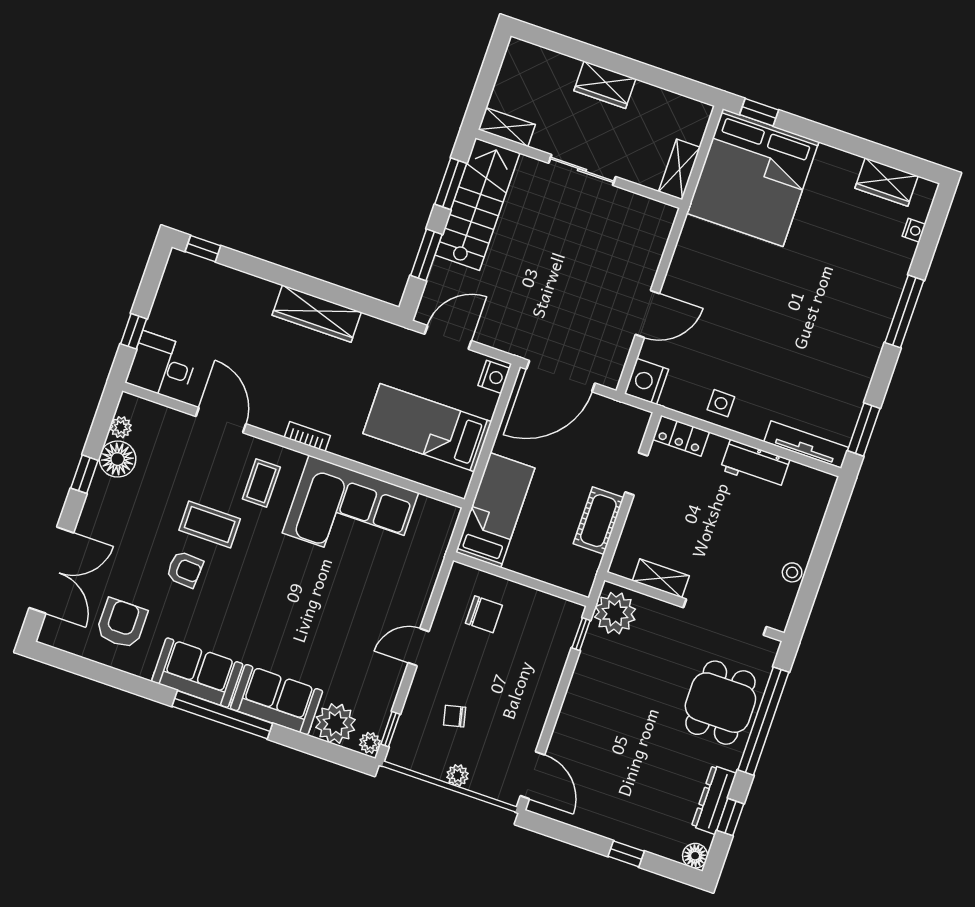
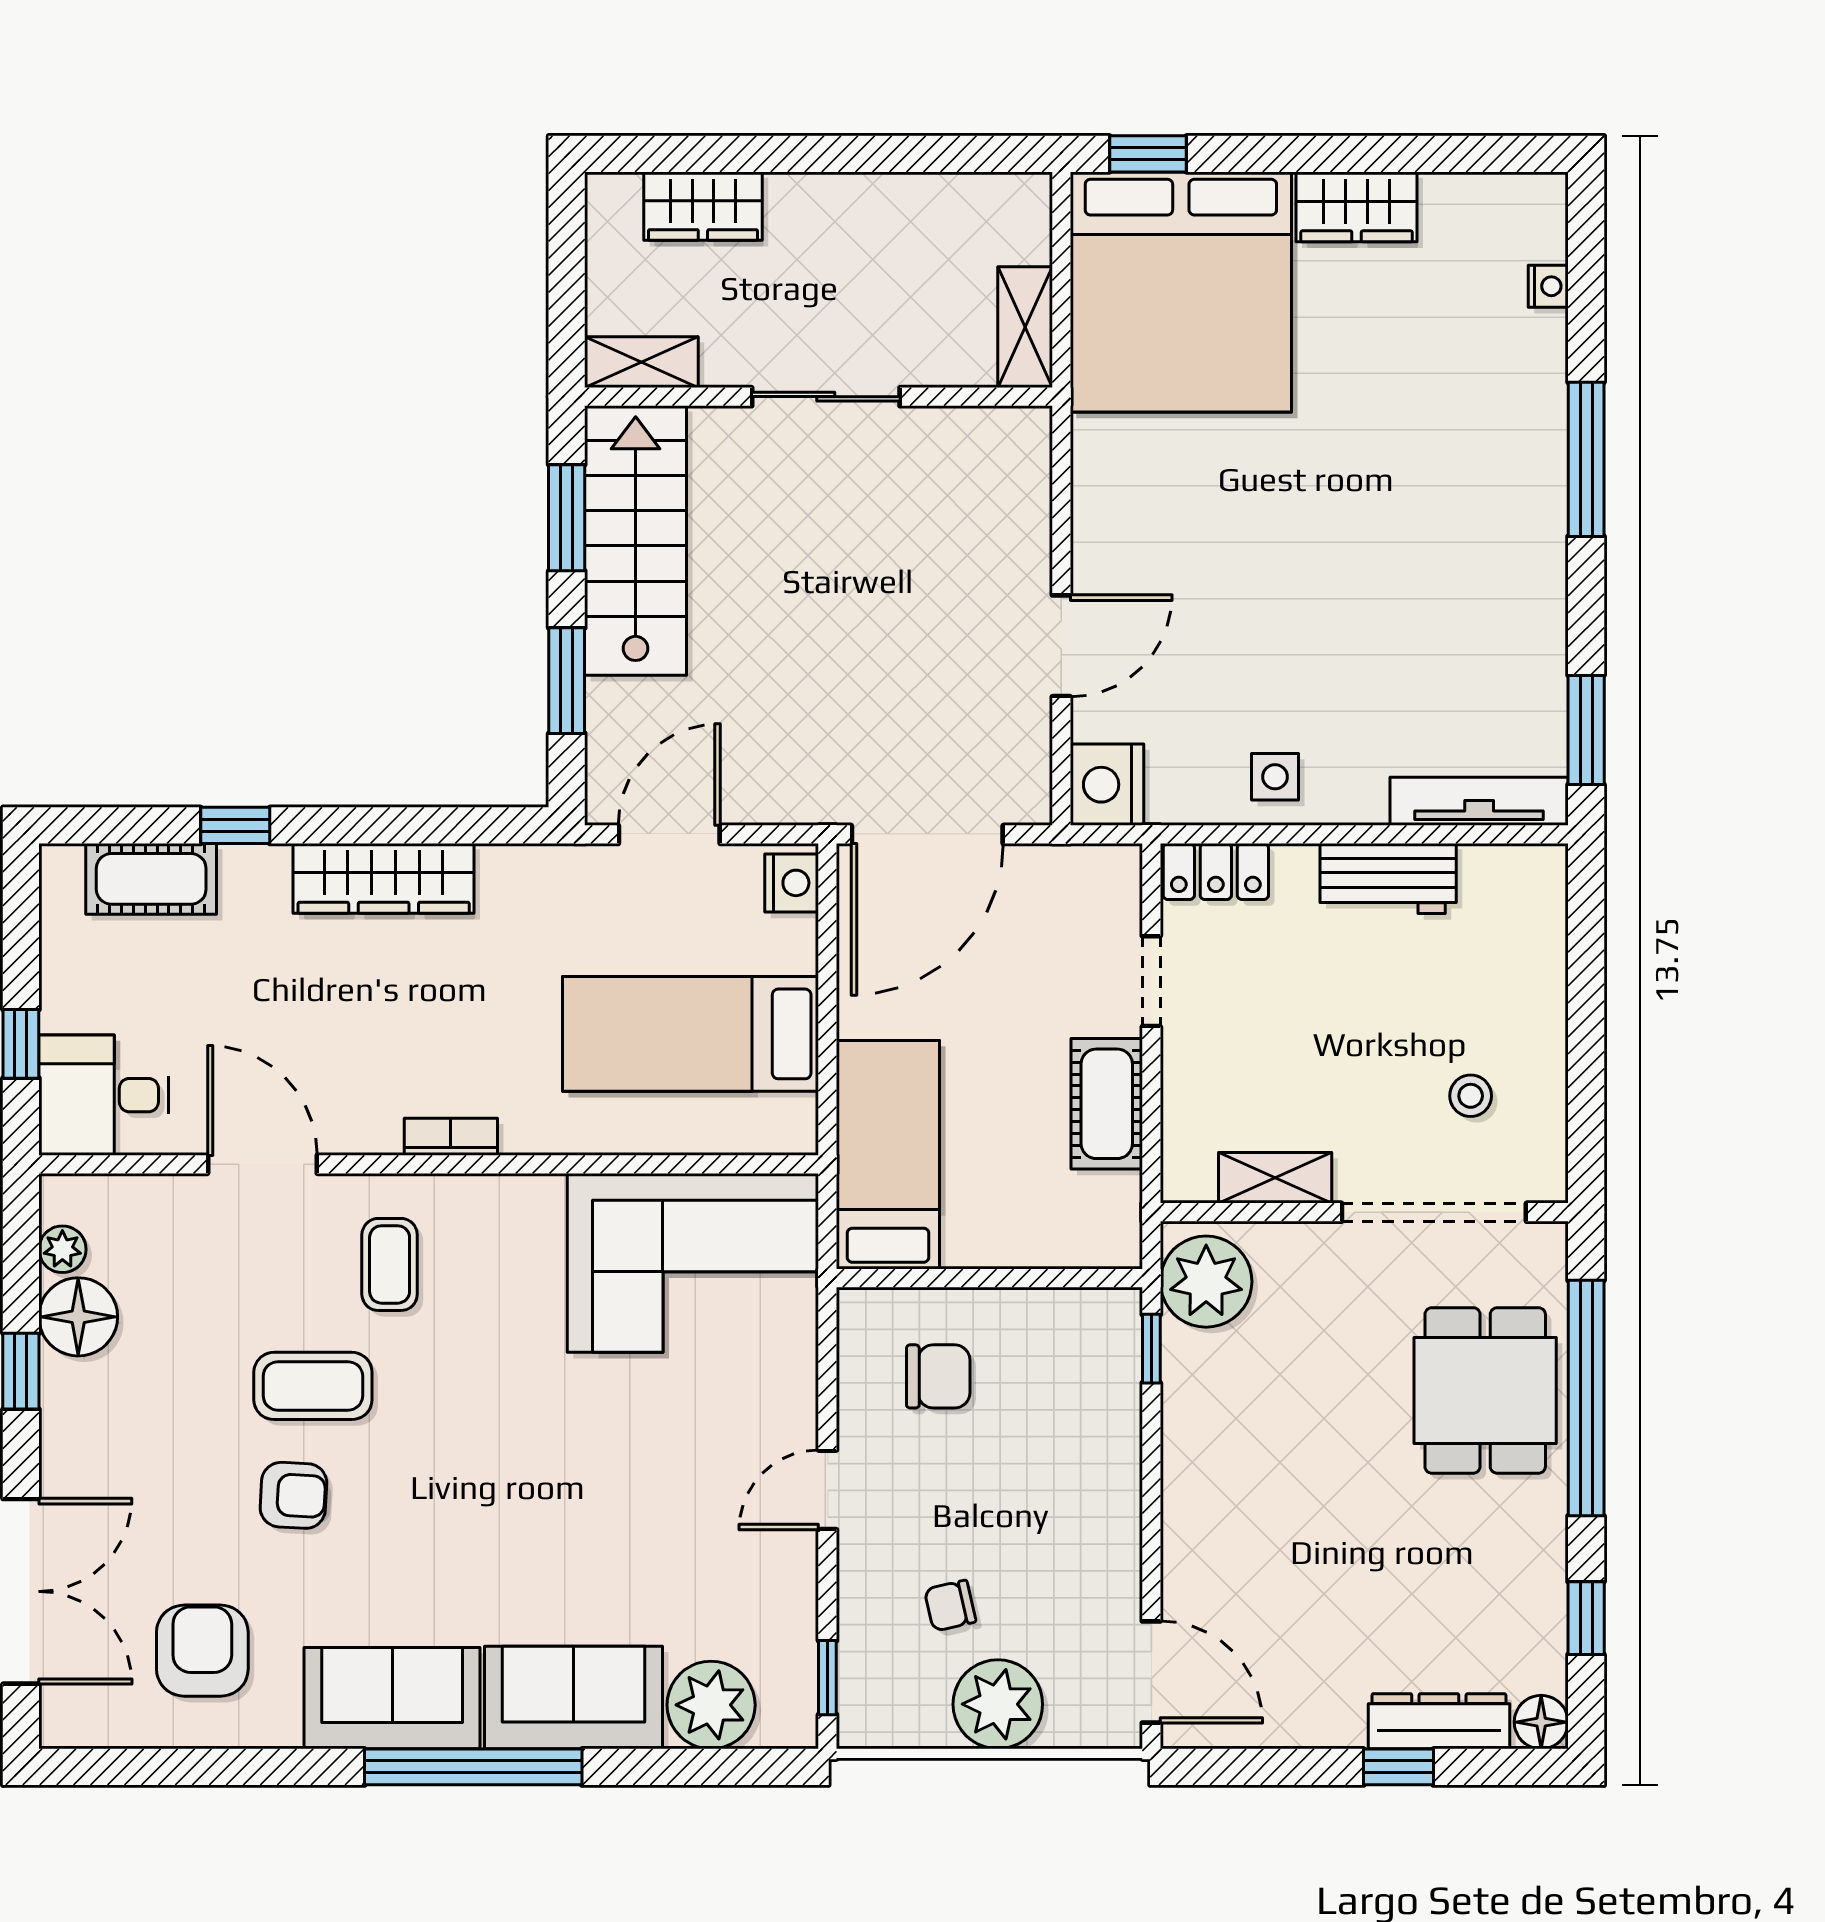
wardrobe: (605, 85) -> (703, 206), moved
wardrobe: (887, 182) -> (1357, 207), moved
window: (203, 249) -> (235, 825), moved
cot: (215, 279) -> (151, 879), added
corner sofa: (350, 513) -> (693, 1263), moved
stool: (792, 572) -> (1471, 1096), moved
plant: (370, 743) -> (795, 1720), removed
plant: (458, 775) -> (998, 1704), width x1.87, depth x1.87
dresser: (714, 800) -> (1439, 1721), moved, turned 90

